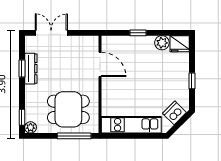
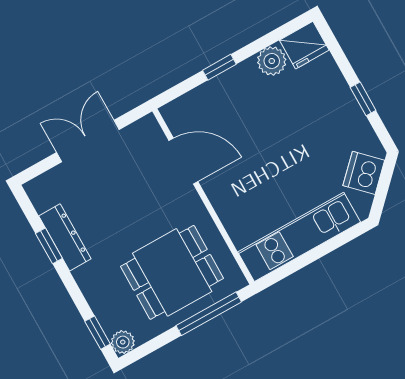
double door: (51, 33) -> (88, 141), moved

